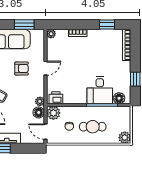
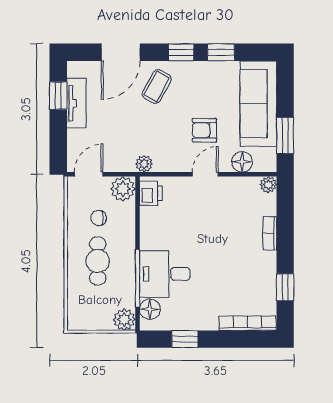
door: (45, 68) -> (205, 174), swing flipped
armchair: (21, 69) -> (204, 130), turned 90
floor lamp: (39, 112) -> (242, 162), moved
plant: (125, 138) -> (124, 320), moved

